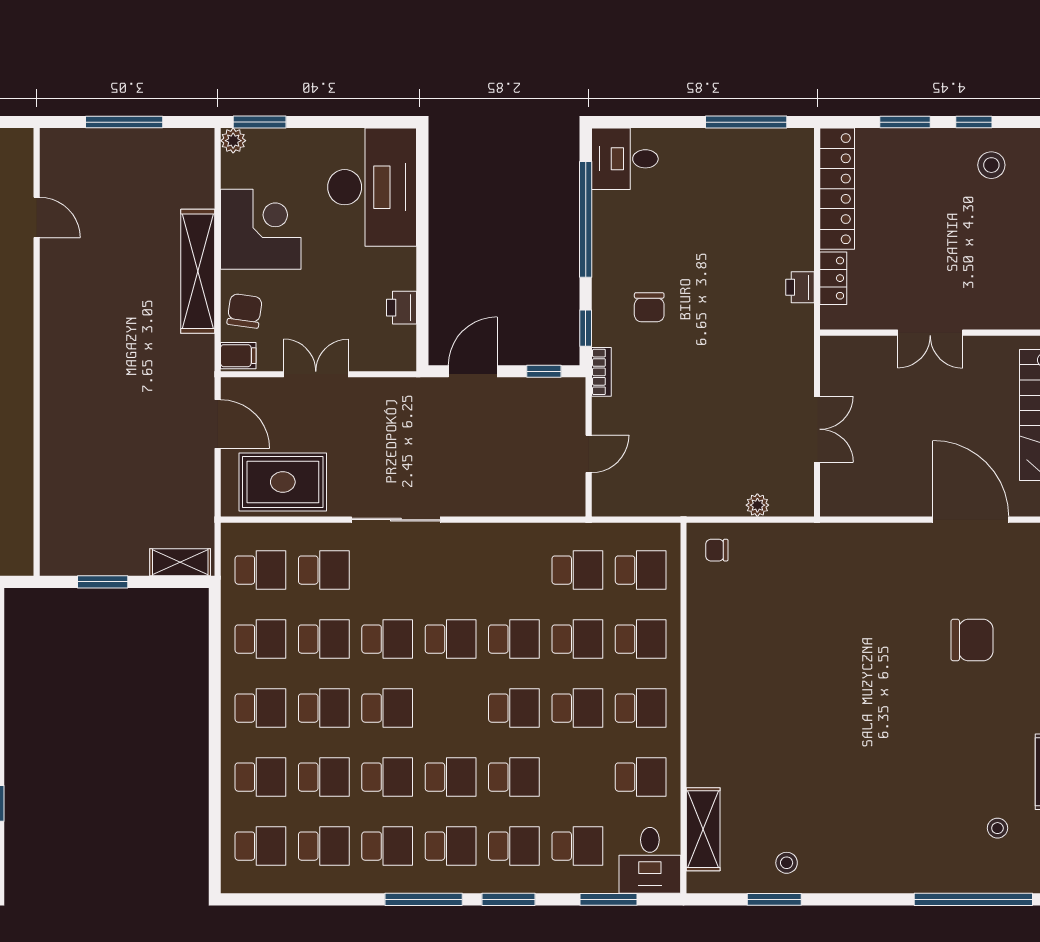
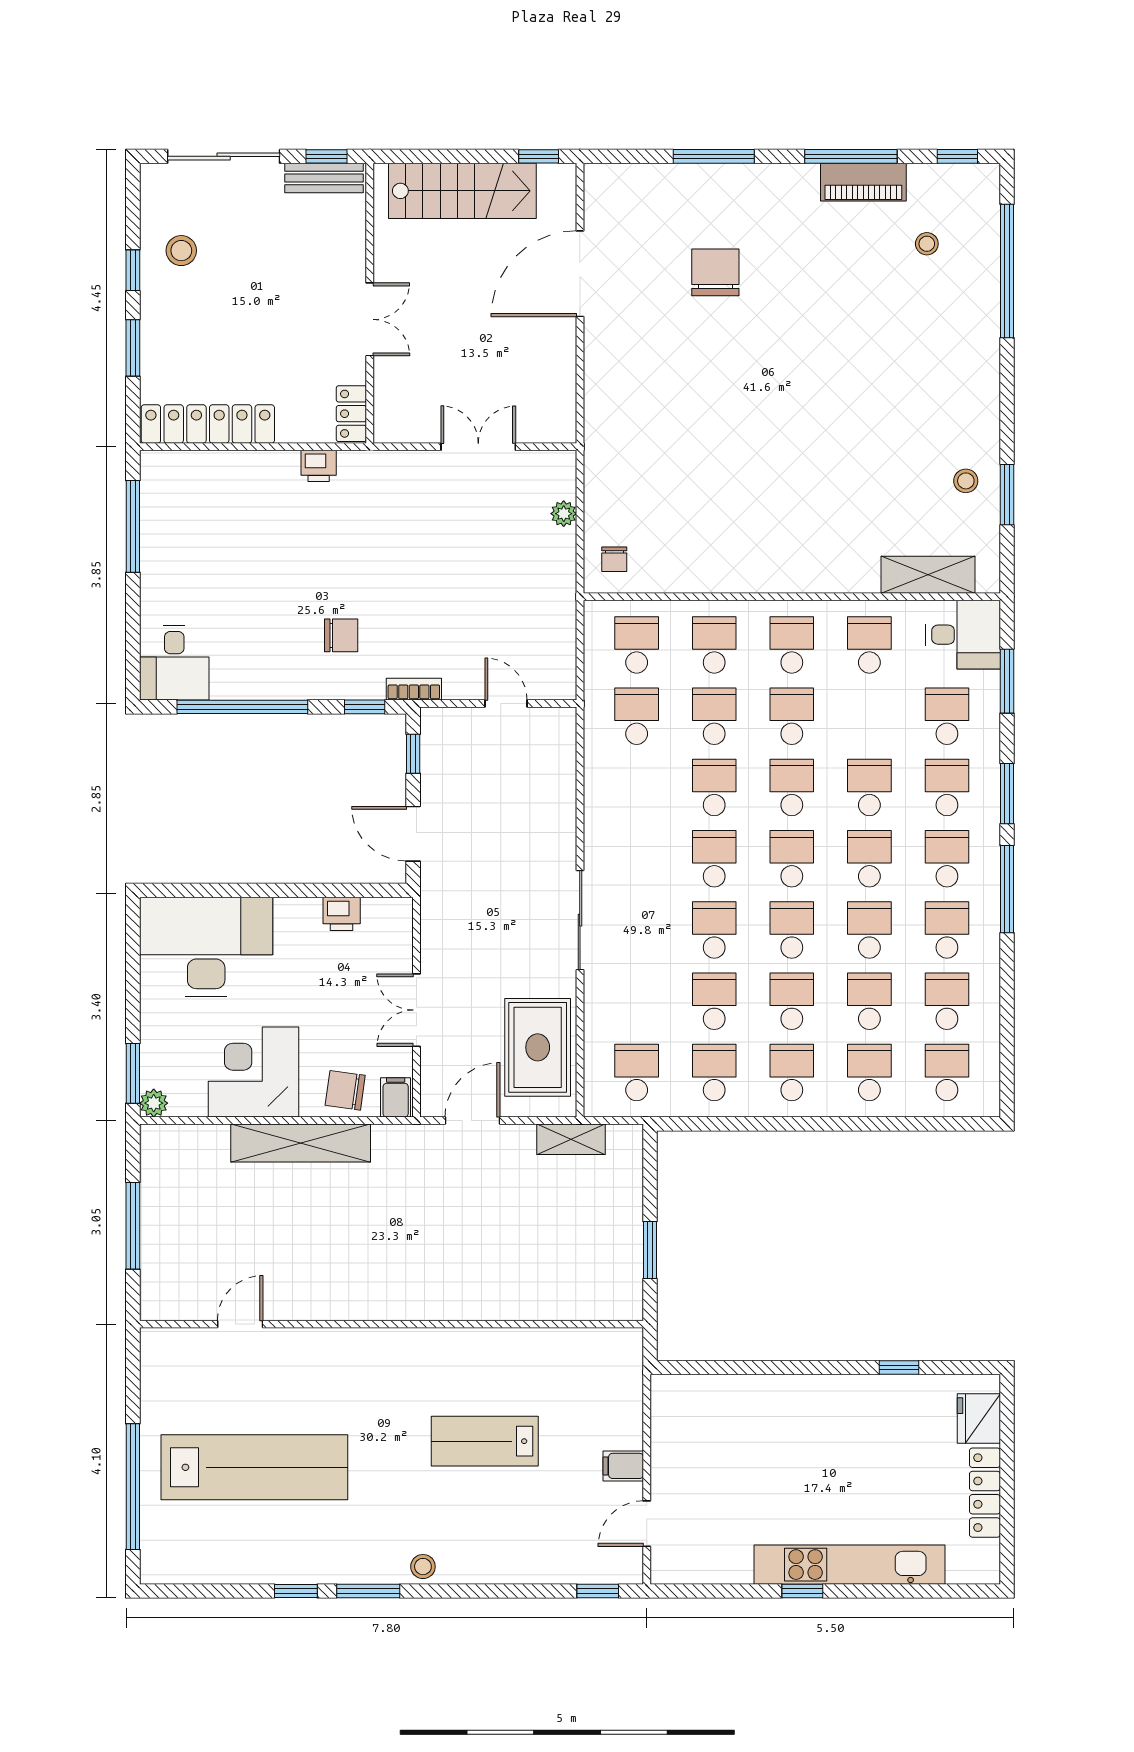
locker: (833, 278) -> (351, 414), moved, turned -90
shelving: (180, 562) -> (571, 1139), moved, turned 90
school desk: (324, 570) -> (792, 859), moved

